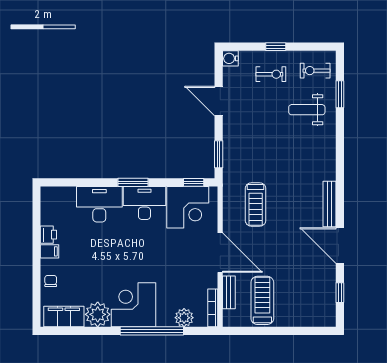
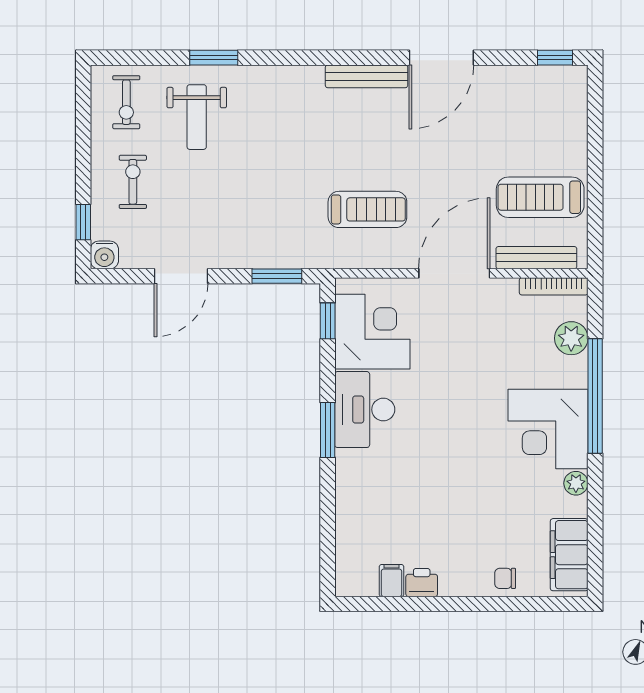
window: (276, 47) -> (83, 222), moved
window: (340, 94) -> (214, 58), moved
desk: (99, 204) -> (367, 491), removed
filing cabinet: (50, 251) -> (392, 581), moved
bench: (229, 292) -> (536, 258), width x1.36
window: (340, 293) -> (555, 58), moved
plant: (98, 314) -> (576, 483), width x0.53, depth x0.53

